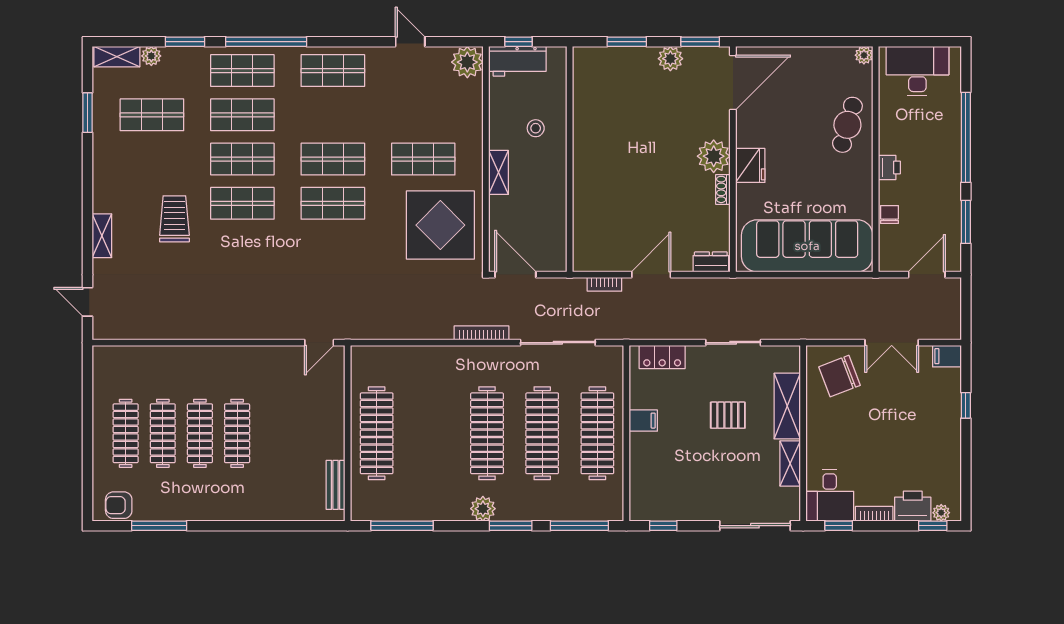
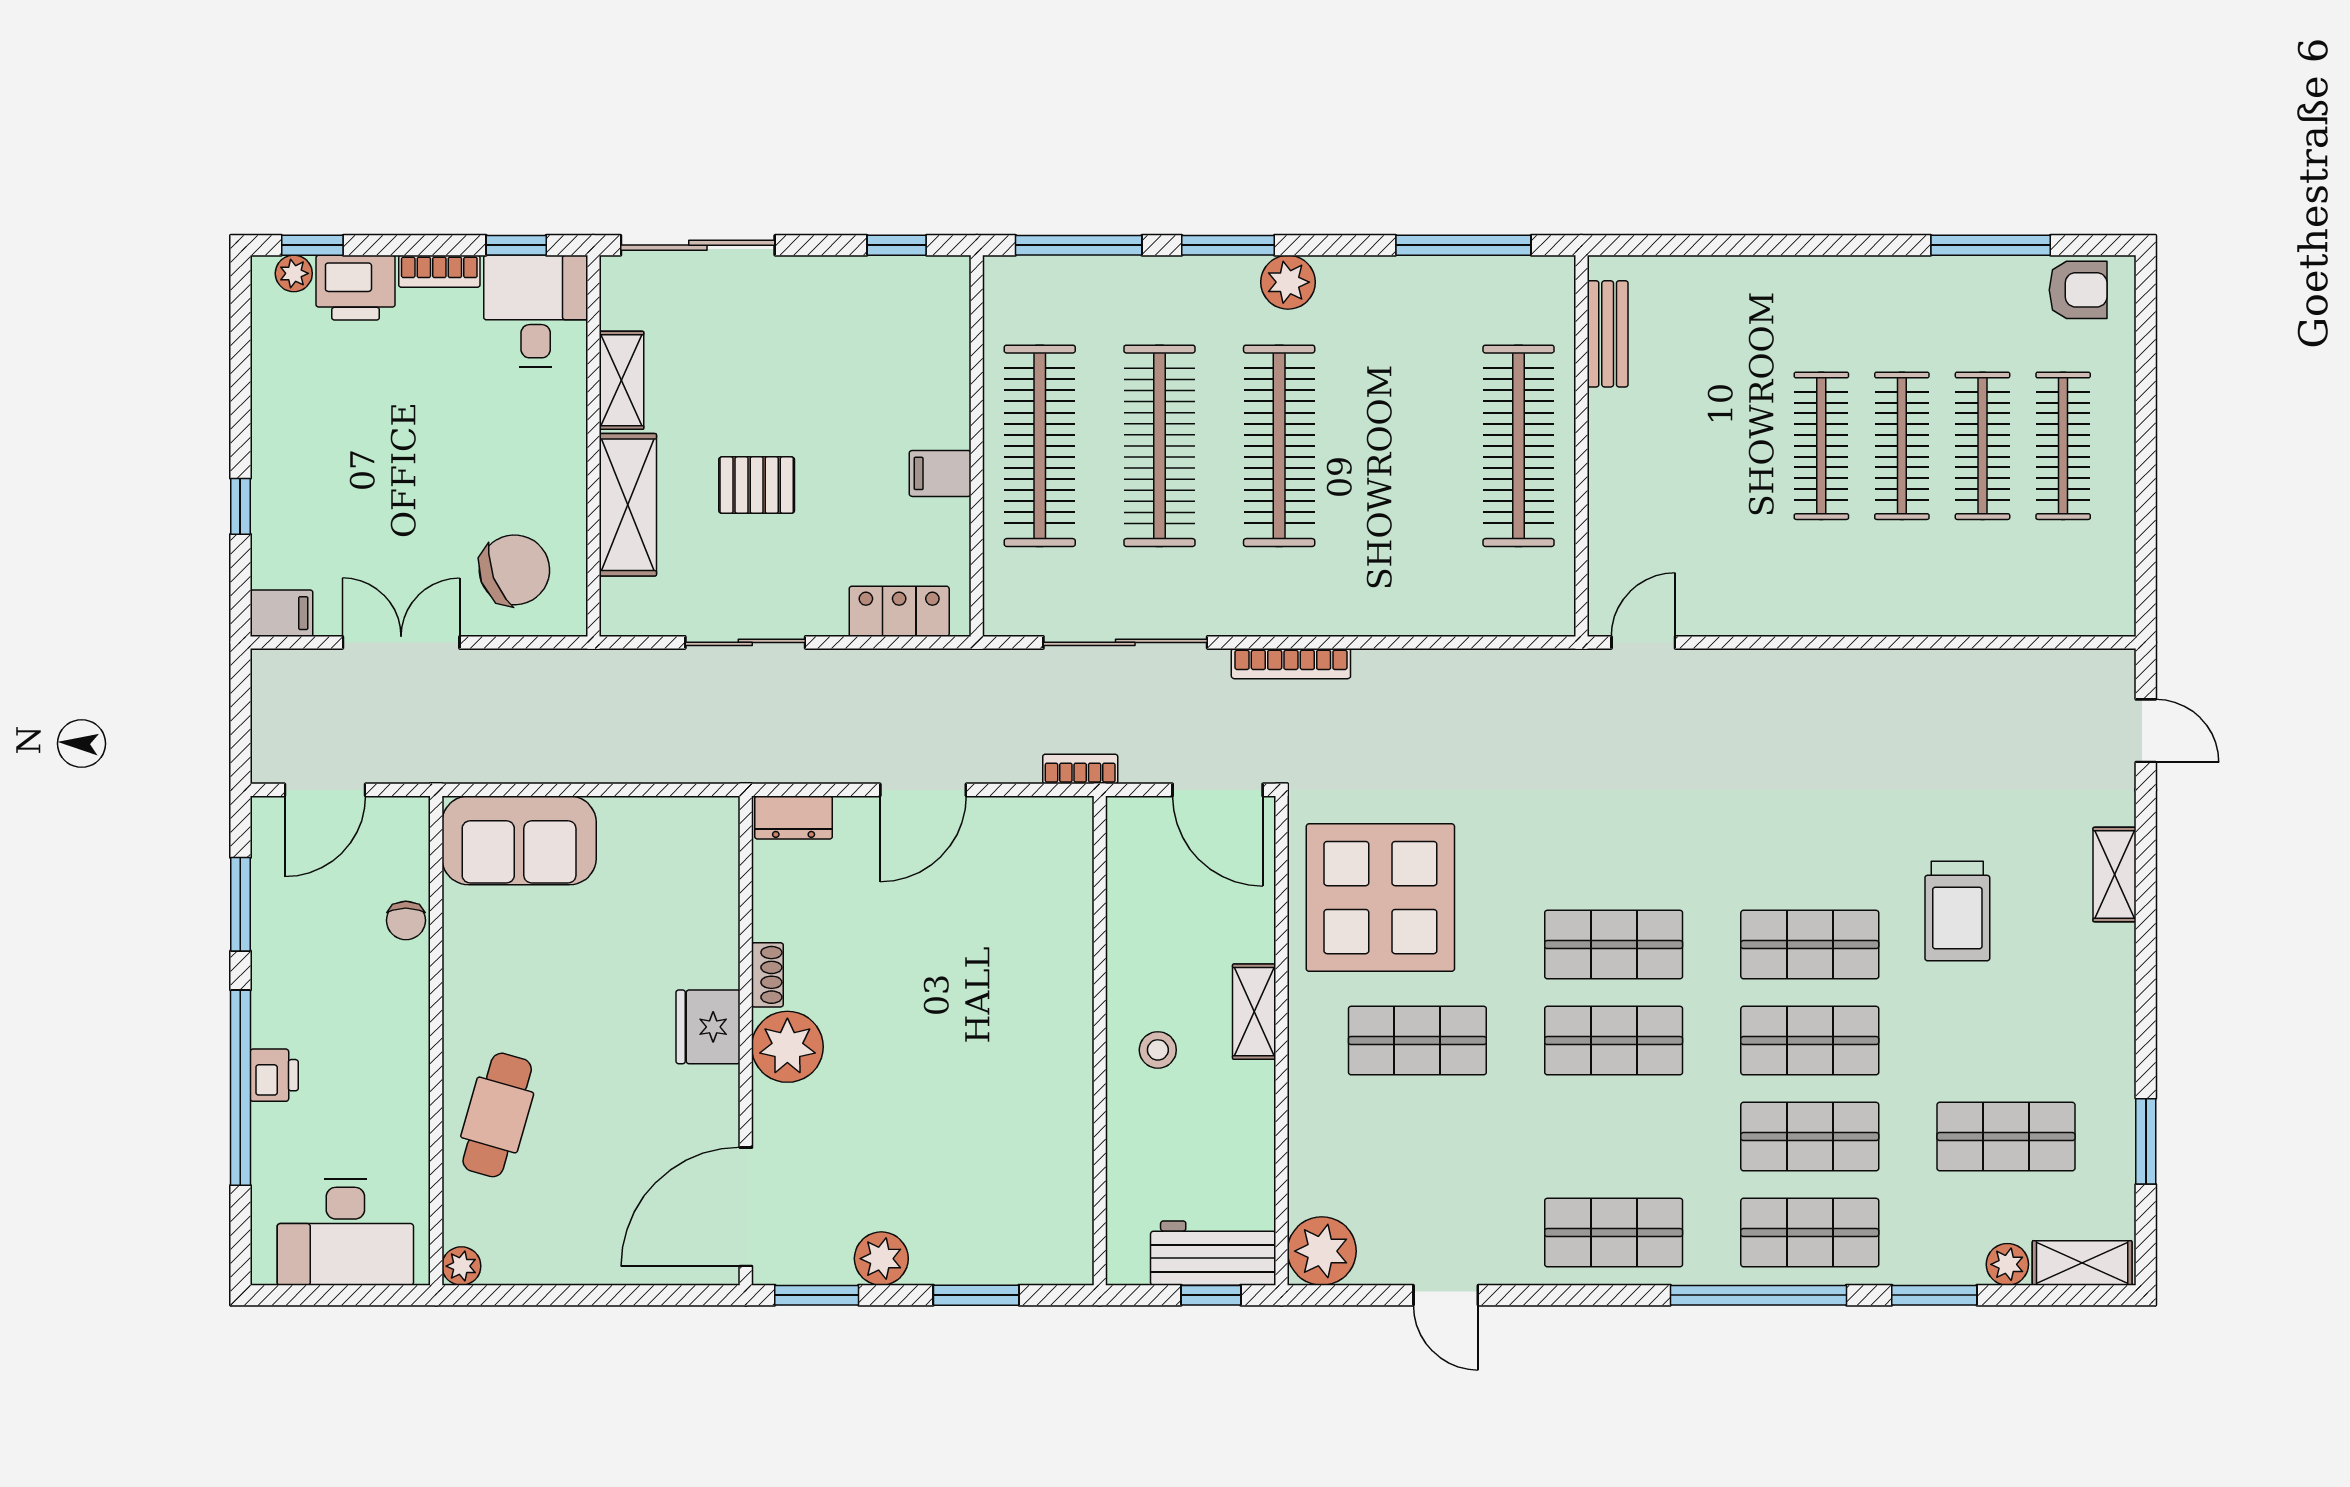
stool: (536, 128) -> (1158, 1050), moved
printer: (889, 168) -> (274, 1075), moved, turned 180
sofa: (807, 246) -> (519, 840), width x0.54, depth x0.79
bookcase: (604, 284) -> (1080, 769), moved

